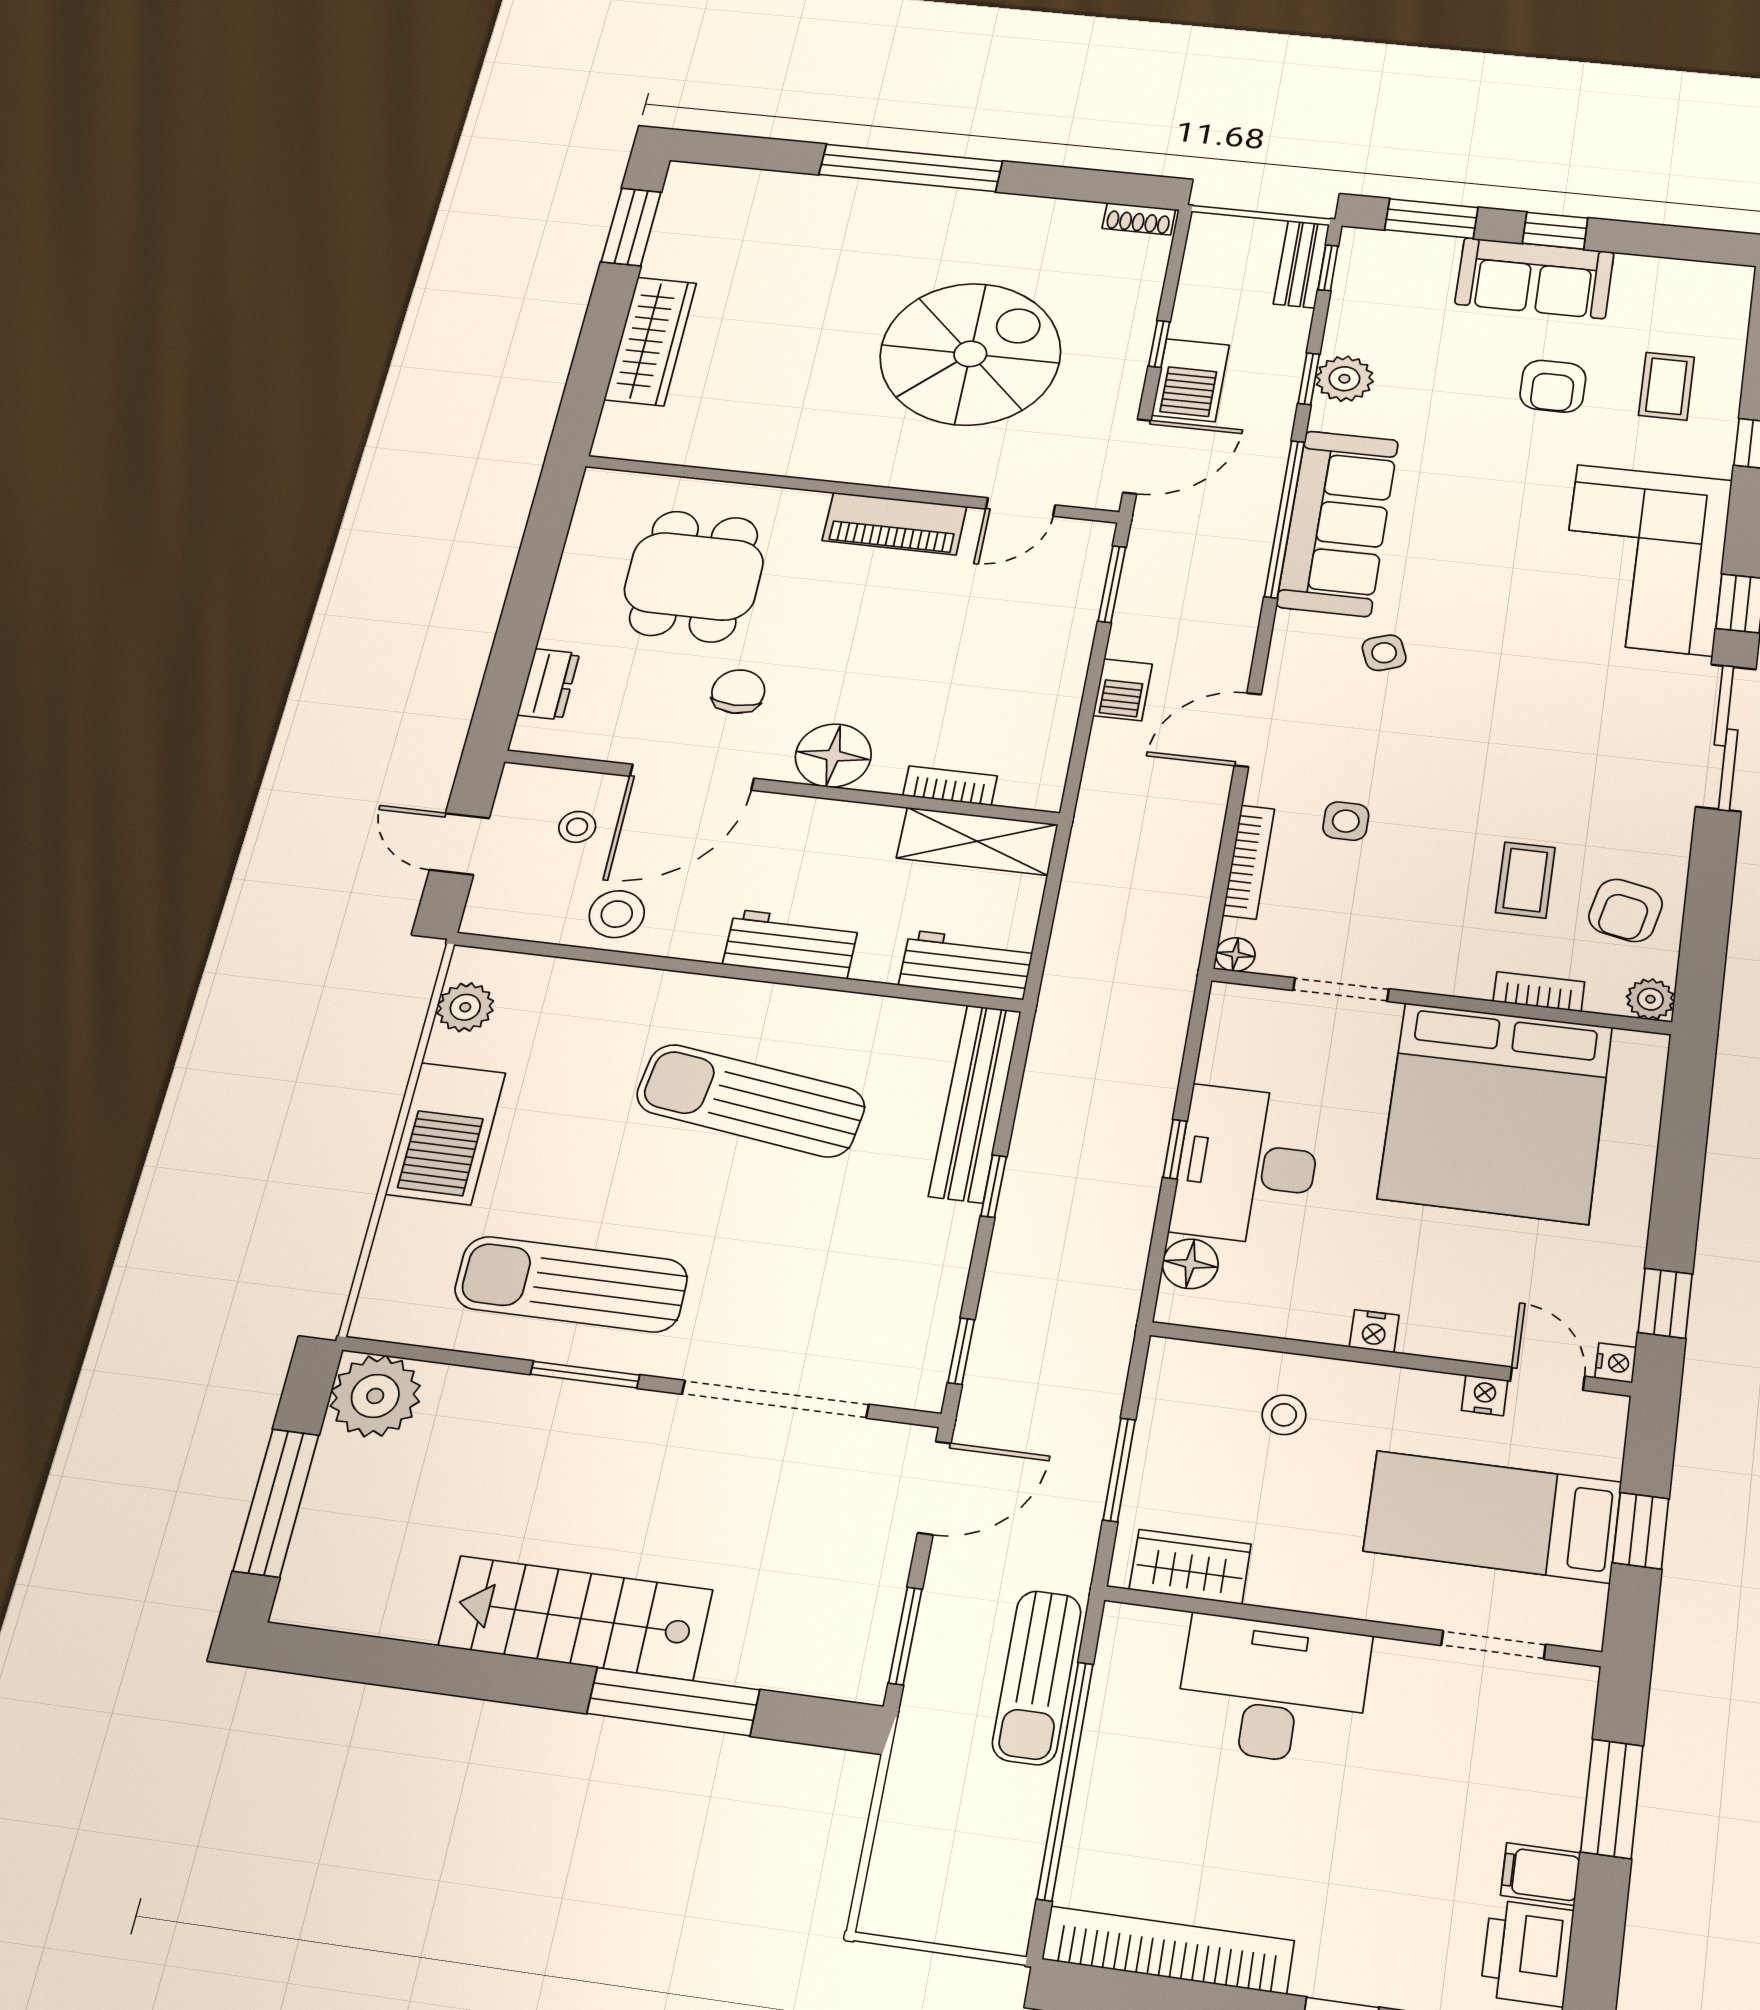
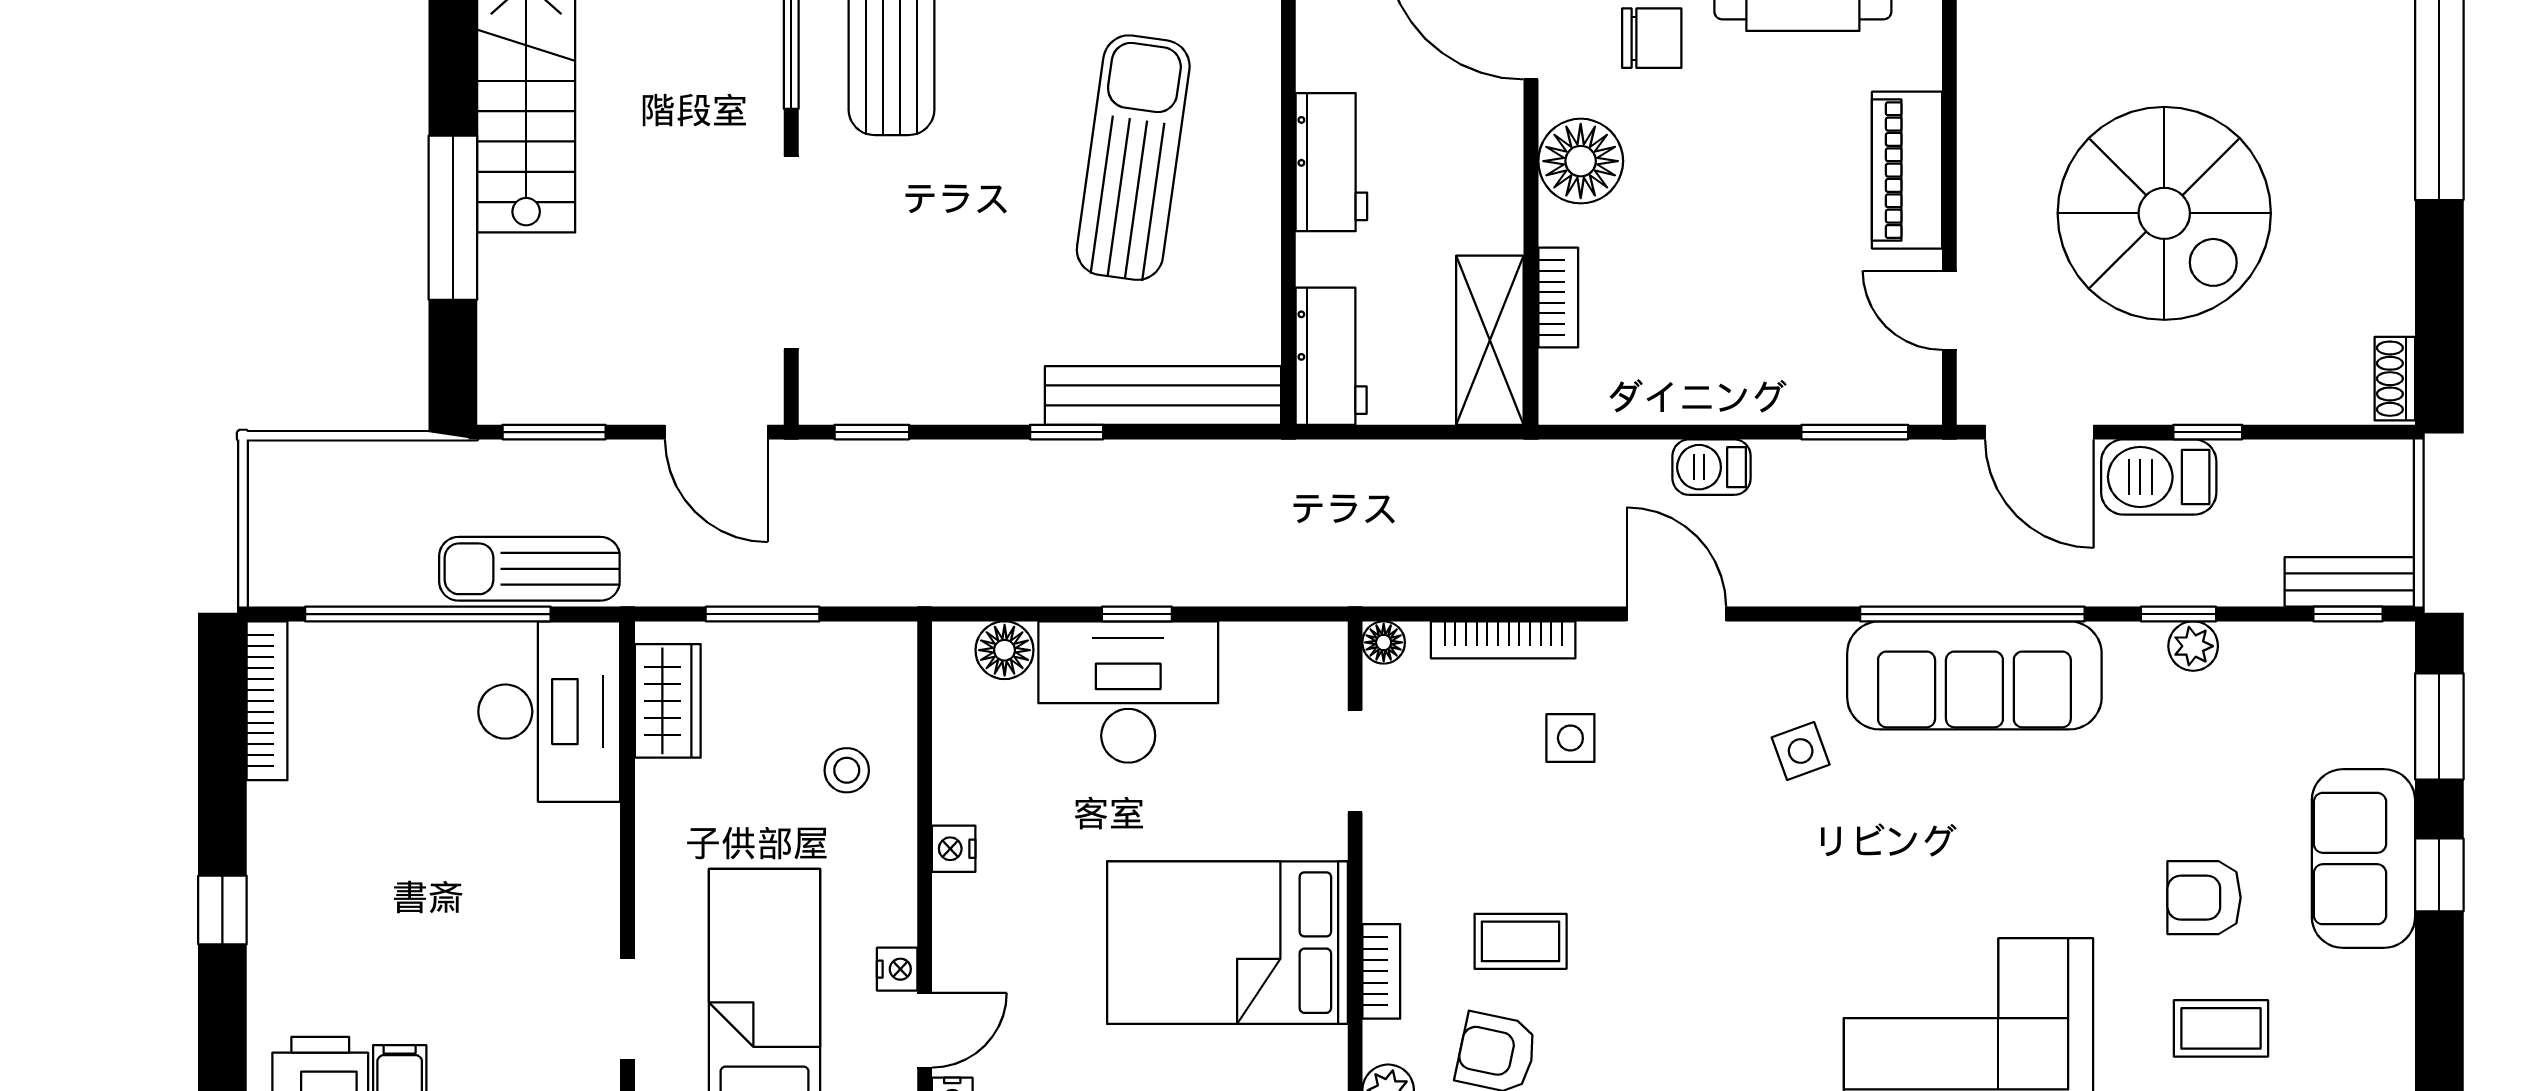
plant: (1344, 379) -> (2193, 646), width x0.73, depth x0.73
bed: (1496, 1112) -> (1227, 943), width x0.73
desk: (1273, 1690) -> (549, 712), moved
bookcase: (1168, 1950) -> (267, 701), width x0.68, depth x0.76

